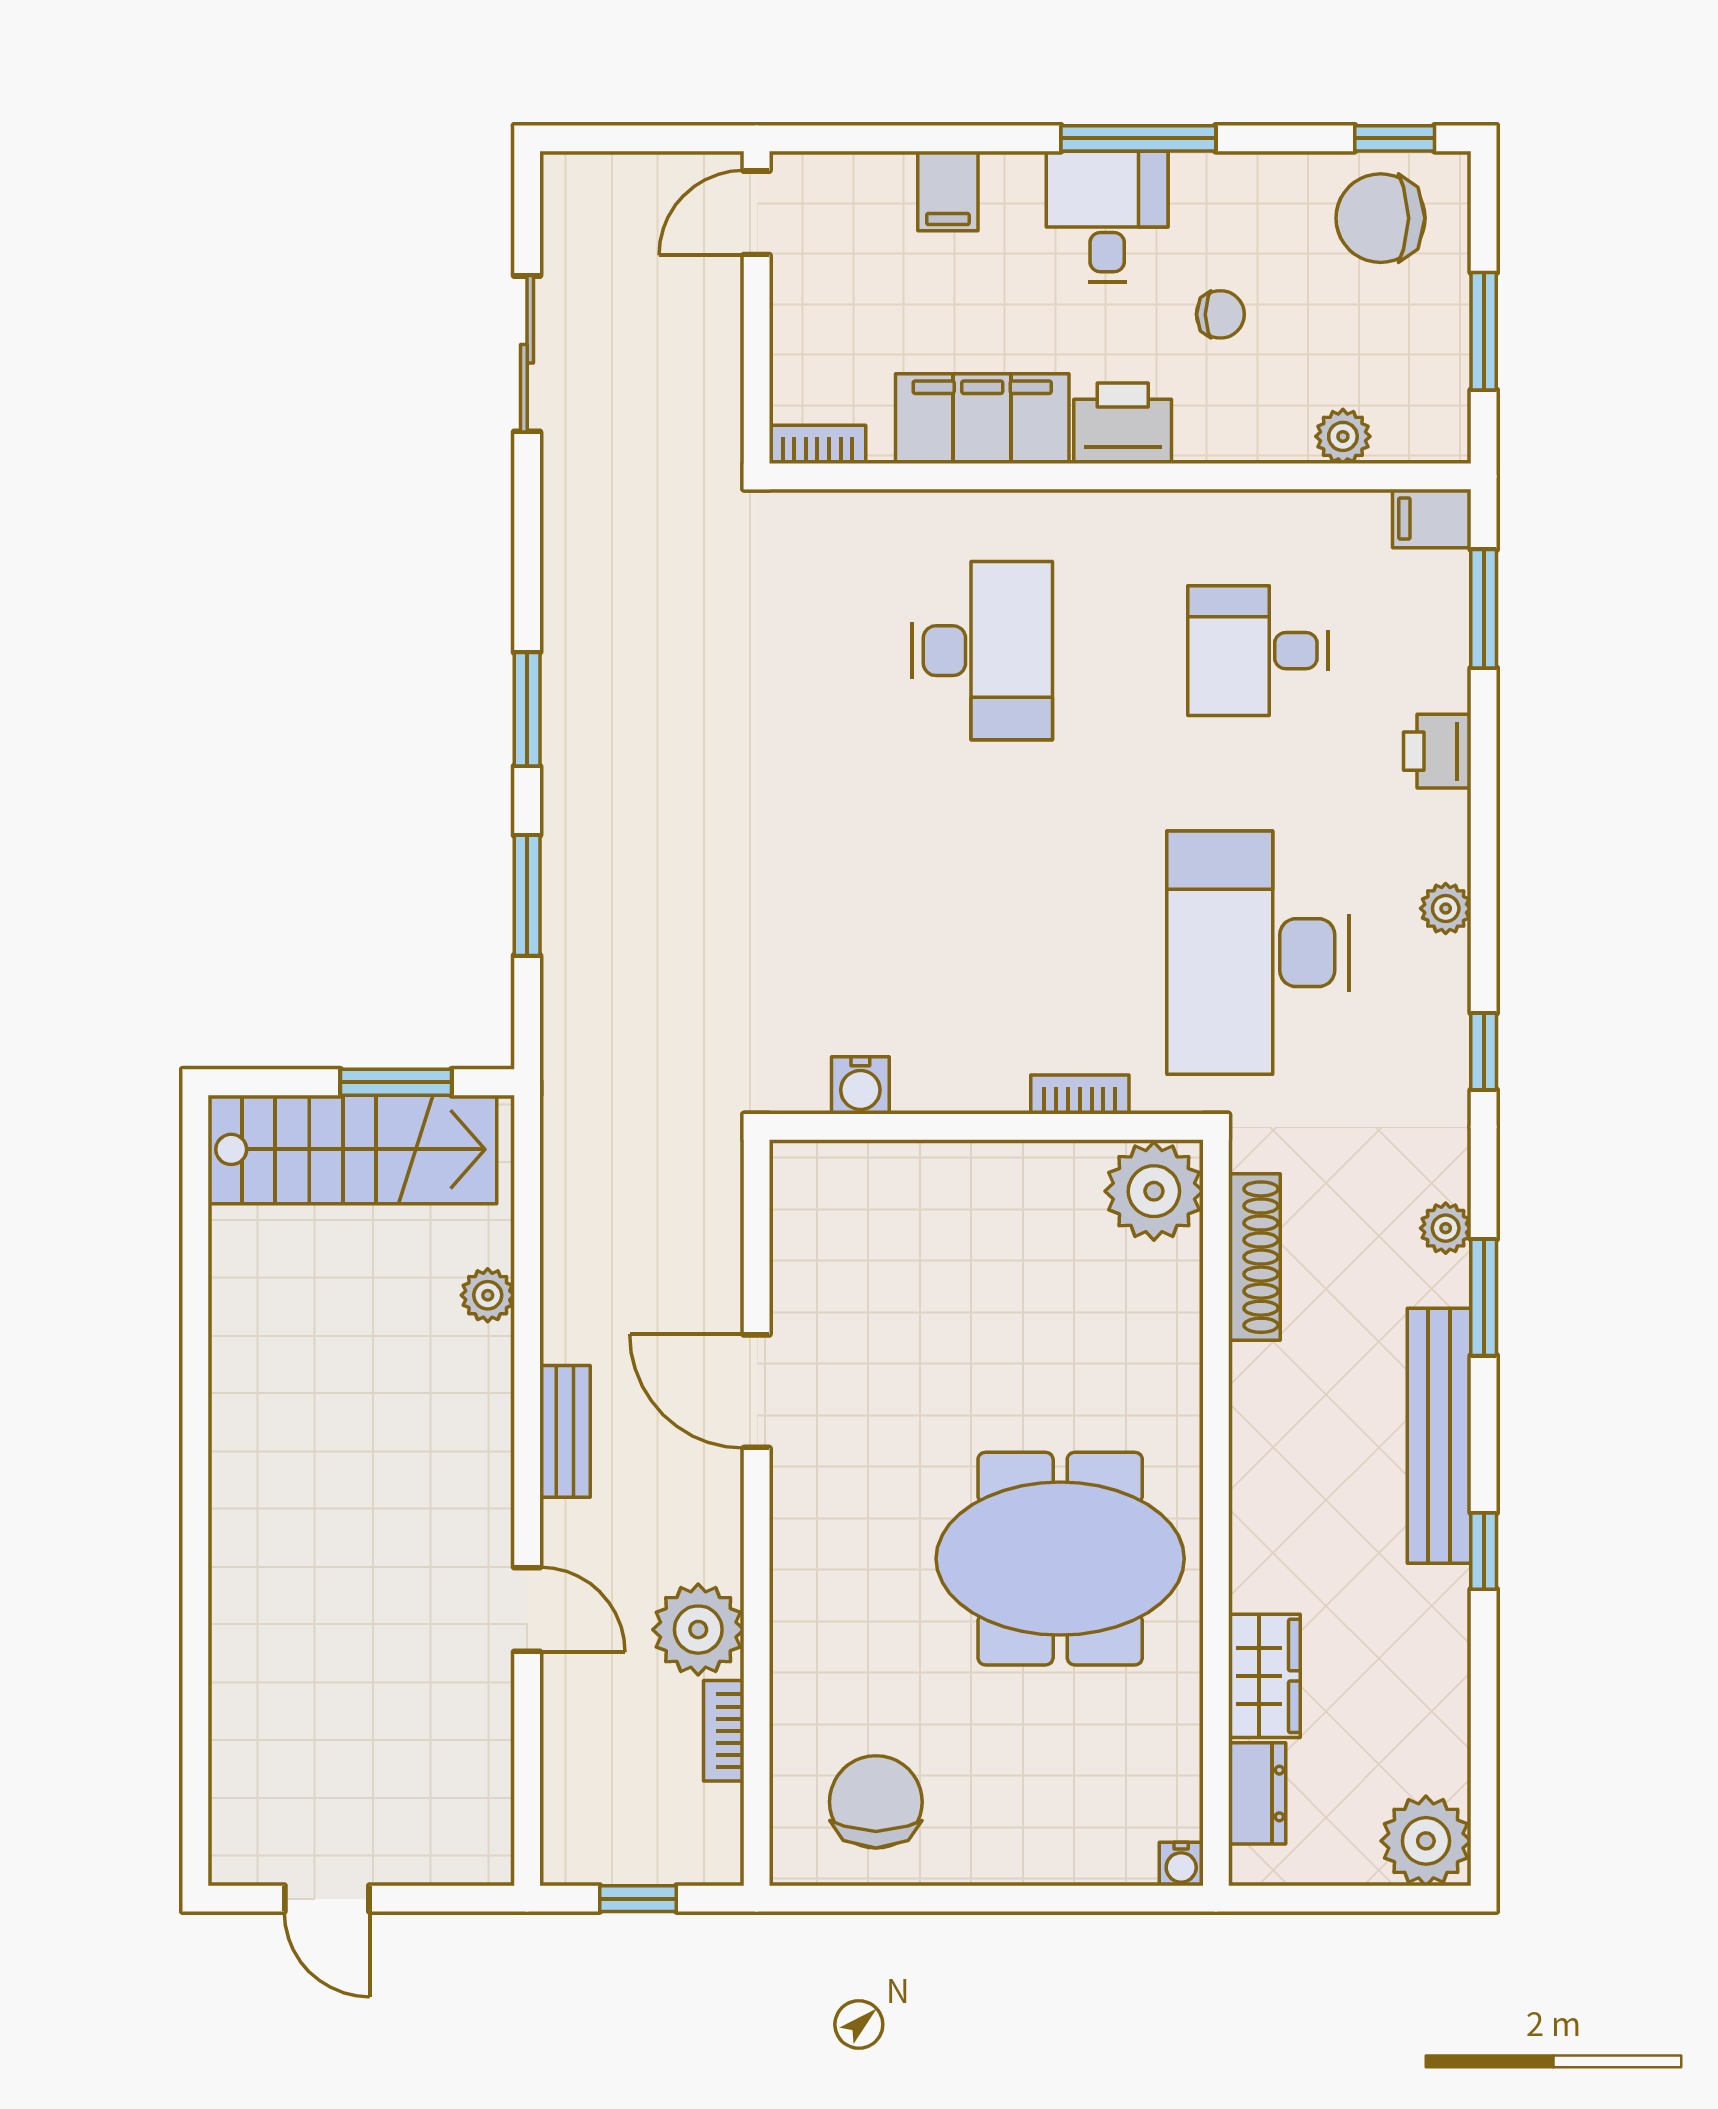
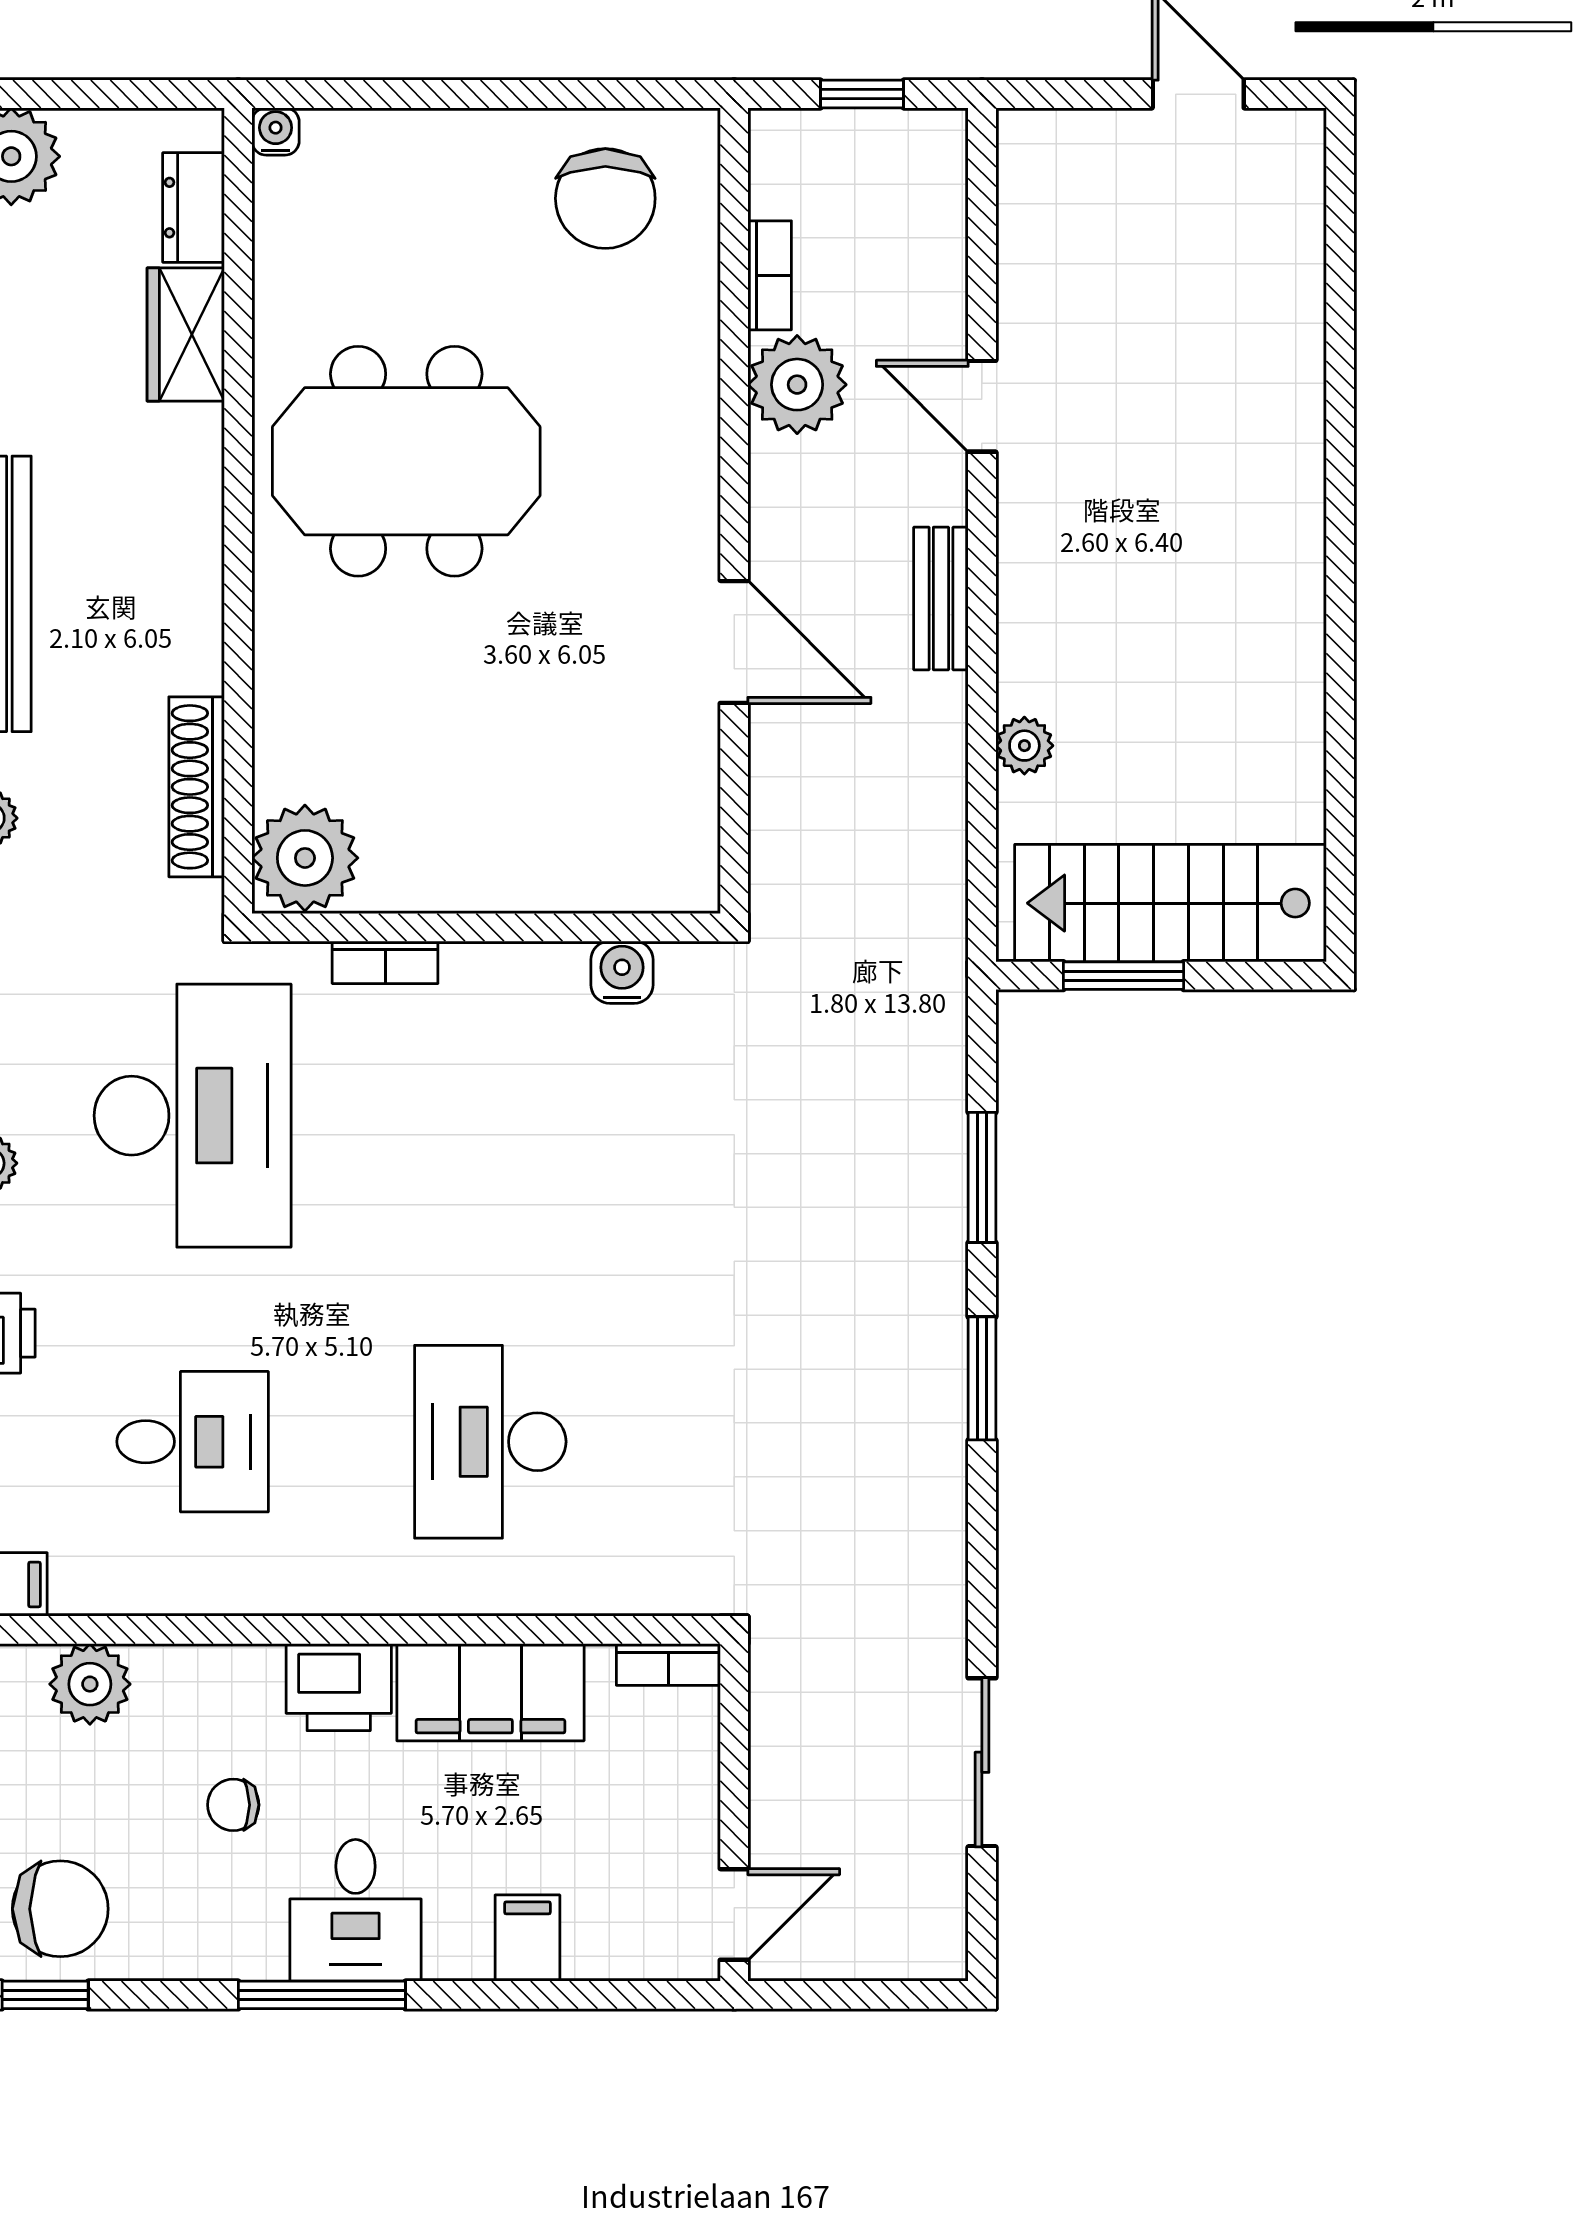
plant: (1343, 436) -> (90, 1684), width x1.38, depth x1.38

